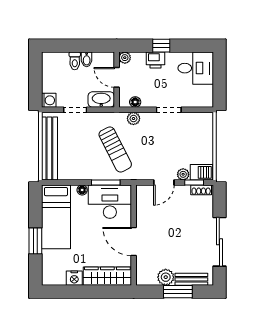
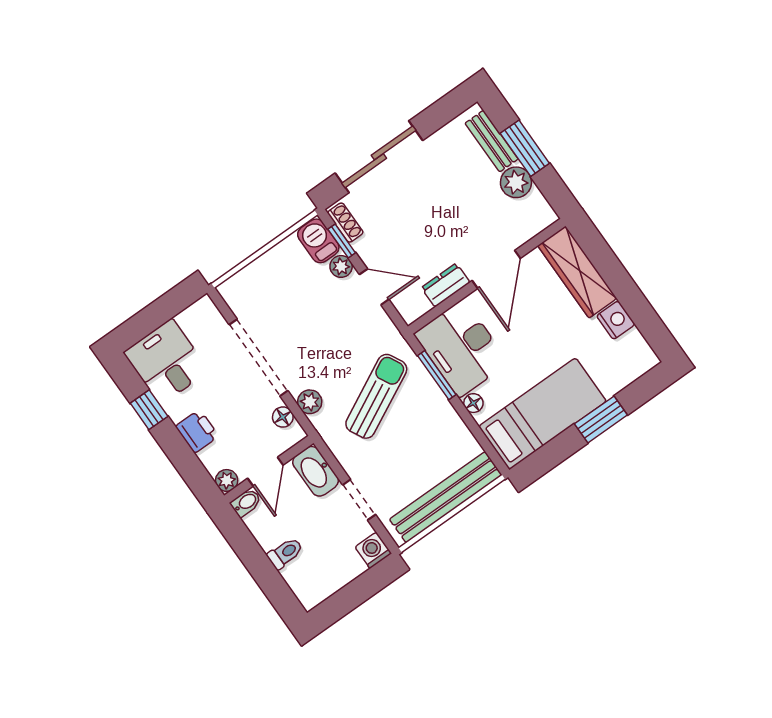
window: (161, 46) -> (149, 410), moved
bidet: (87, 59) -> (246, 502), moved
doorway: (169, 110) -> (259, 358), width x1.87
dresser: (142, 214) -> (446, 285), added
sliding door: (219, 242) -> (379, 157), moved

